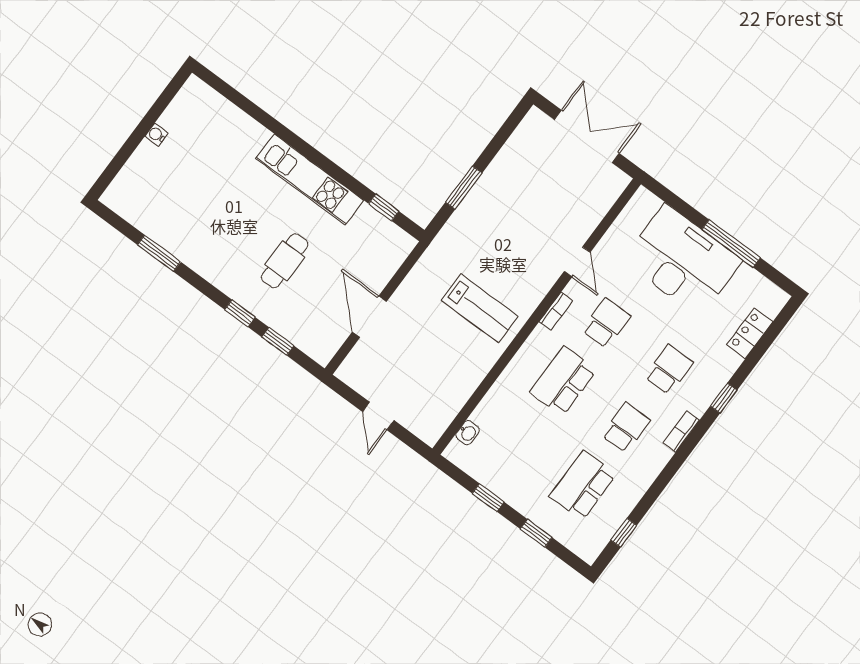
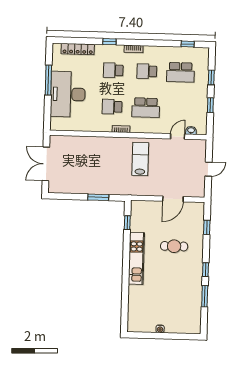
door: (577, 262) -> (178, 136), moved
window: (240, 313) -> (205, 270), moved
locker: (750, 333) -> (78, 49), width x1.53

